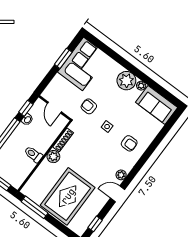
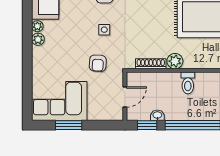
plant: (126, 81) -> (38, 39), width x0.53, depth x0.53

